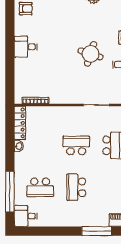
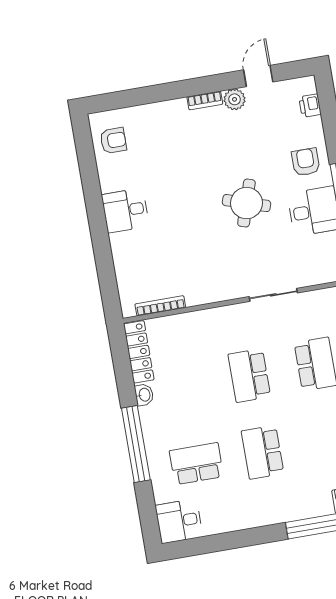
school desk: (76, 145) -> (249, 375), turned -90
school desk: (40, 187) -> (196, 464), turned 180
window: (10, 192) -> (136, 444), moved

